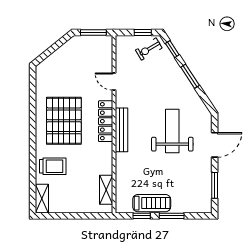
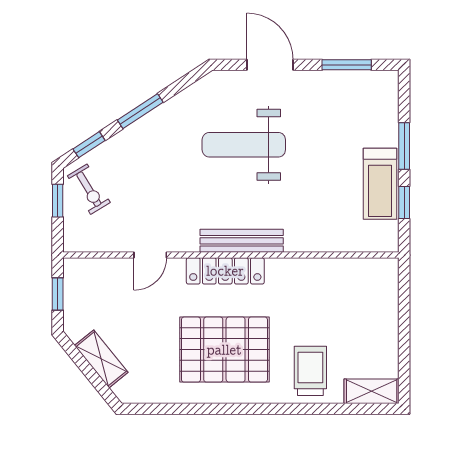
window: (93, 33) -> (58, 294), width x0.67
shelving: (106, 190) -> (101, 359), moved, turned 51
treadmill: (152, 203) -> (380, 184), turned 180

